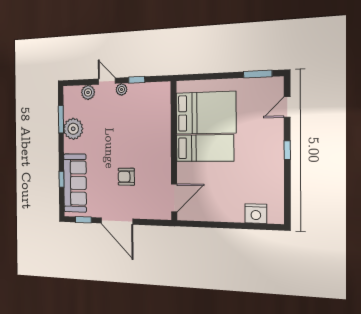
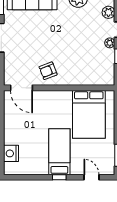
bed: (205, 148) -> (59, 152), moved, turned 180
armchair: (126, 177) -> (48, 71), moved, turned -111

